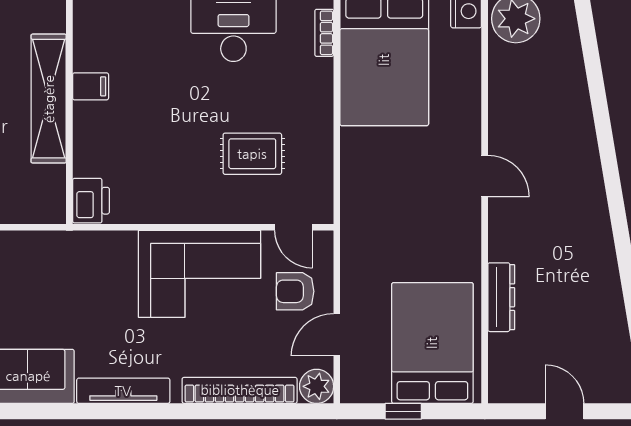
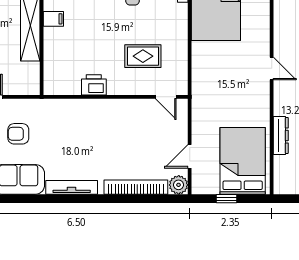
printer: (91, 201) -> (94, 85), moved, turned -90
corner sofa: (199, 274) -> (114, 123), removed
armchair: (295, 291) -> (18, 134), moved

